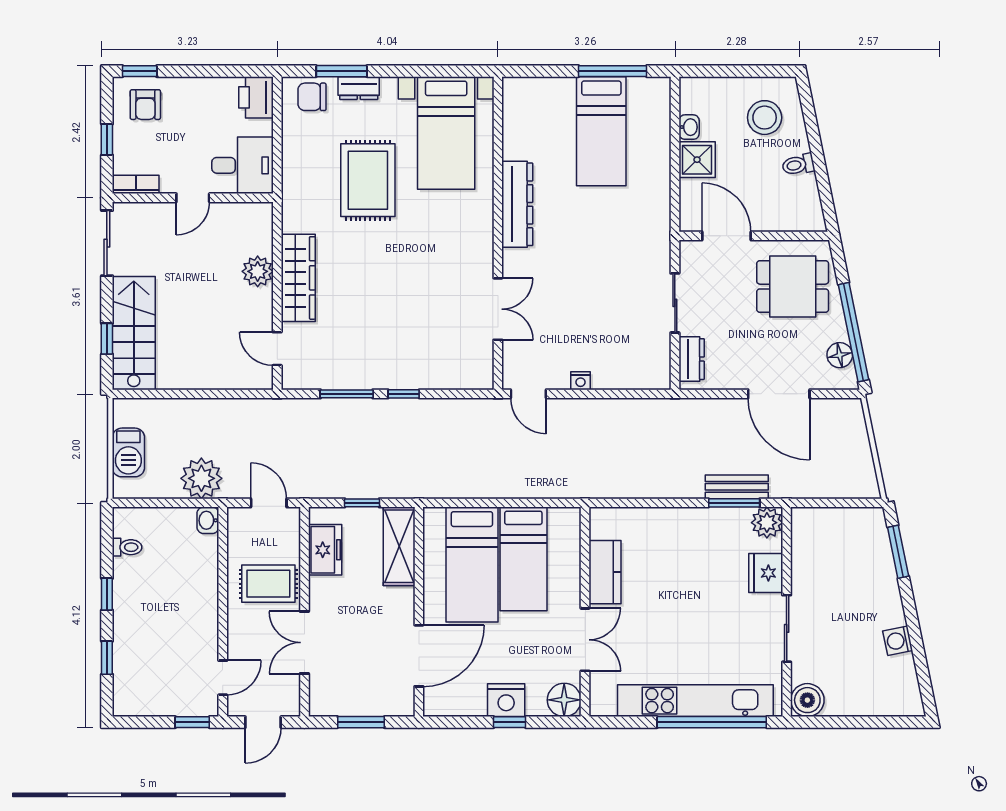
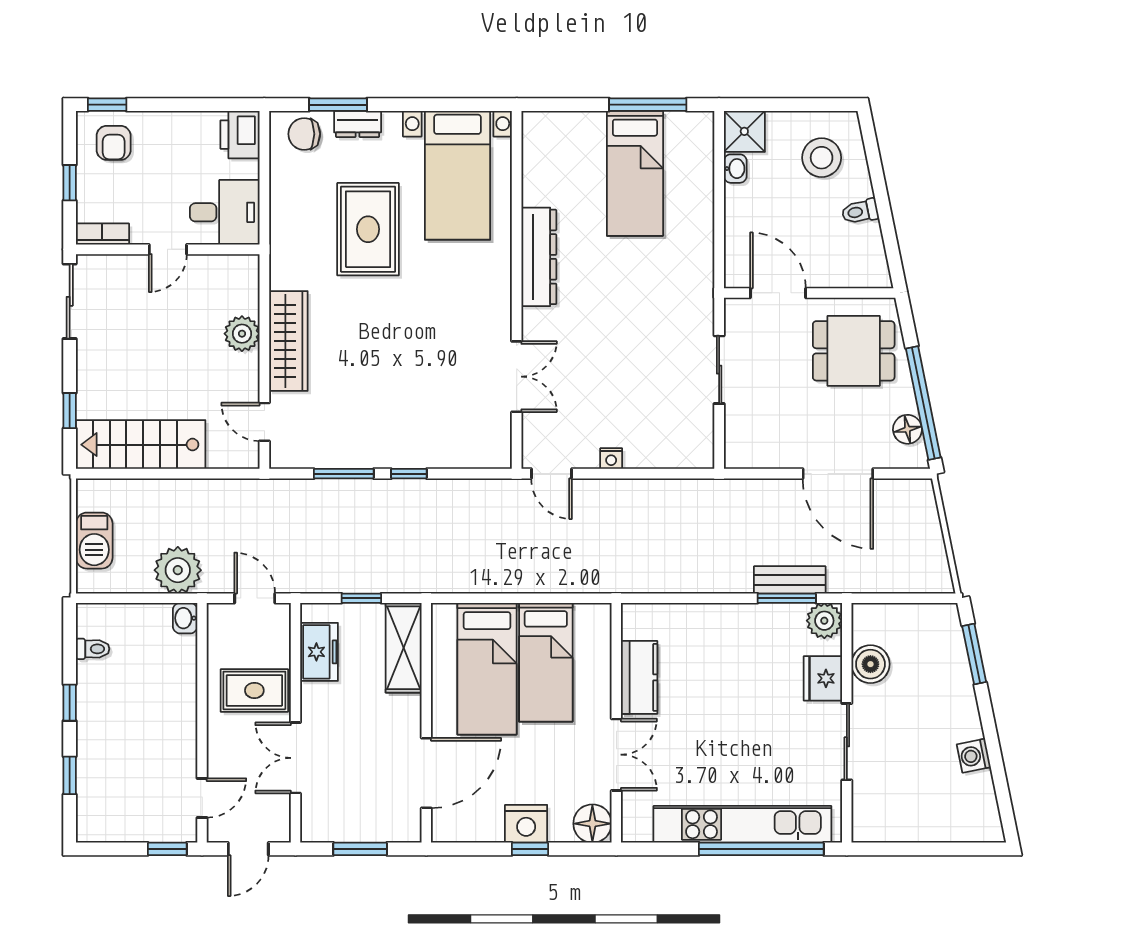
shower: (697, 160) -> (744, 131), moved
stairs: (134, 333) -> (141, 445), moved, turned -90
dresser: (692, 359) -> (738, 434), removed
boiler: (807, 700) -> (870, 664), moved

